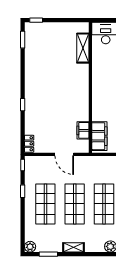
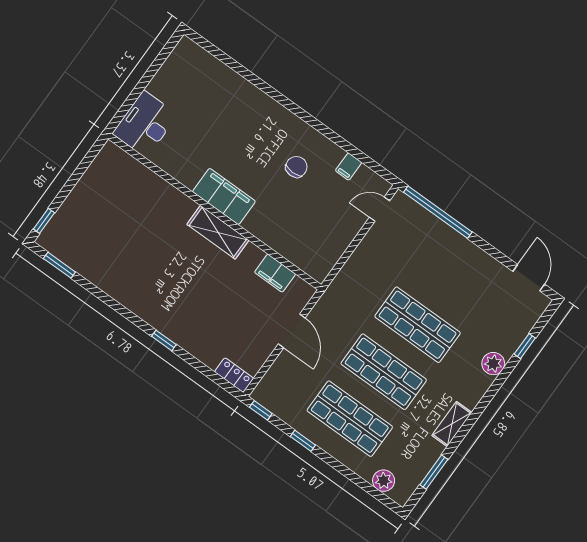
shelving: (83, 48) -> (218, 232), moved
filing cabinet: (99, 136) -> (224, 196), moved
door: (64, 154) -> (292, 331), hinge flipped
plant: (30, 247) -> (384, 481), moved

